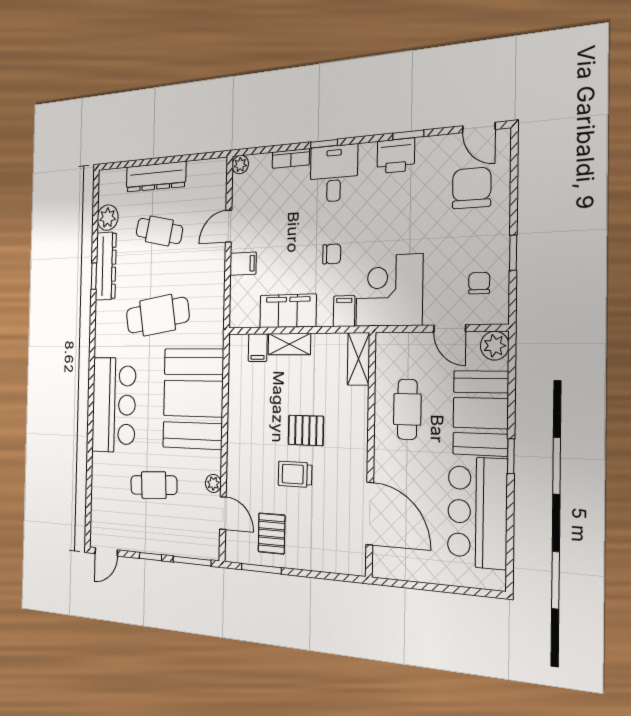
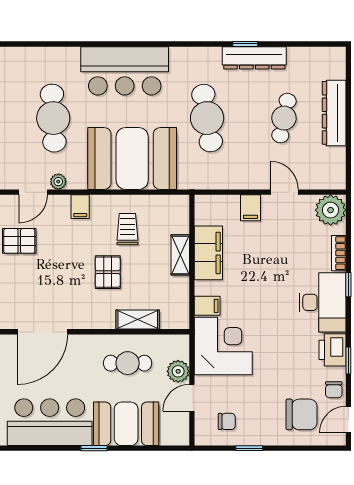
plant: (240, 165) -> (331, 210), width x1.87, depth x1.87
desk: (334, 173) -> (323, 302), width x1.37
plant: (108, 218) -> (300, 59), removed
chair: (332, 254) -> (334, 390), moved
plant: (495, 346) -> (178, 371), moved
filing cabinet: (258, 348) -> (80, 207), moved, turned -90
shelving: (358, 359) -> (138, 320), moved
trolley: (295, 474) -> (127, 229), moved
cafe table: (154, 485) -> (53, 118), width x1.37, depth x1.35

